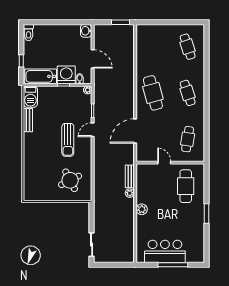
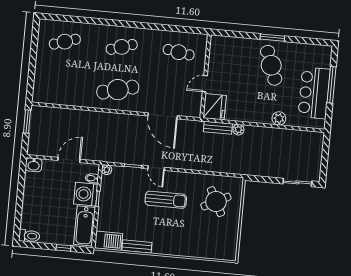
fridge: (146, 172) -> (215, 107), added
cafe table: (186, 186) -> (271, 65), moved, turned 70
plant: (142, 209) -> (279, 118), moved

